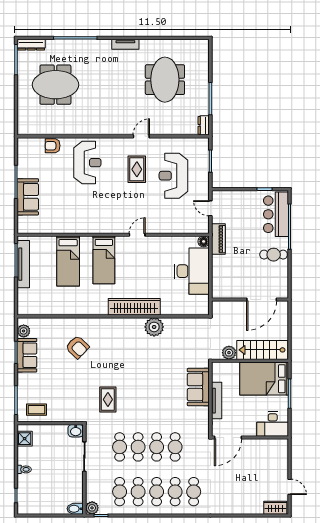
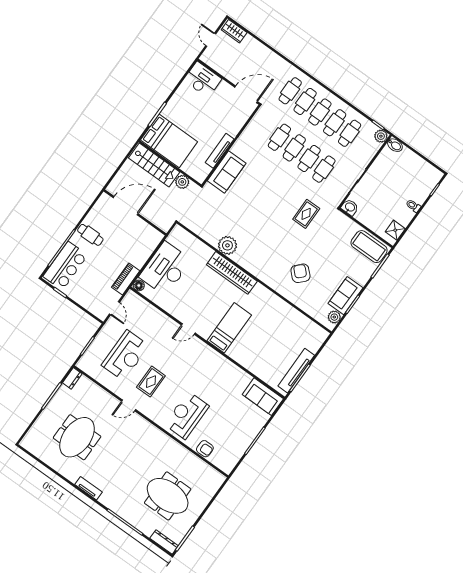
sofa: (28, 197) -> (263, 397), moved, turned -90
bed: (68, 261) -> (259, 347), removed
coffee table: (37, 410) -> (369, 247), width x1.86, depth x1.72
desk: (273, 424) -> (203, 80), moved
door: (228, 438) -> (246, 94), moved
wall: (250, 438) -> (229, 82), moved

